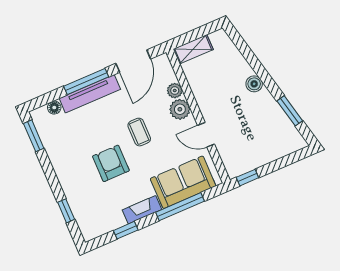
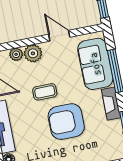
door: (206, 135) -> (59, 36), swing flipped
armchair: (111, 163) -> (66, 122), width x1.36, depth x1.36

